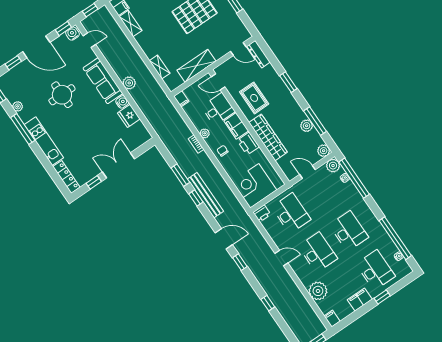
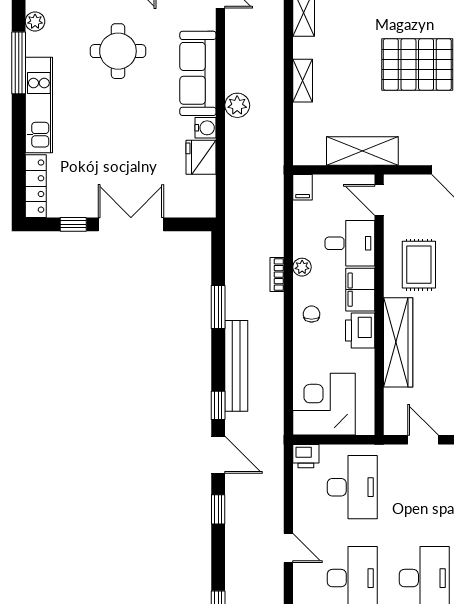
shelving: (160, 67) -> (303, 81), moved
window: (196, 198) -> (218, 405), moved

